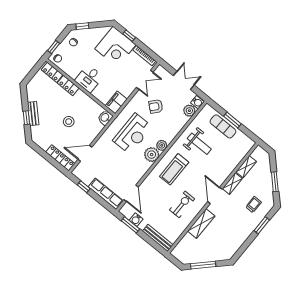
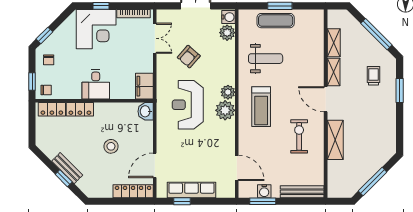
reception desk: (133, 134) -> (188, 105), turned 180
window: (275, 182) -> (376, 34), width x1.44
row of seats: (106, 194) -> (191, 190), moved

